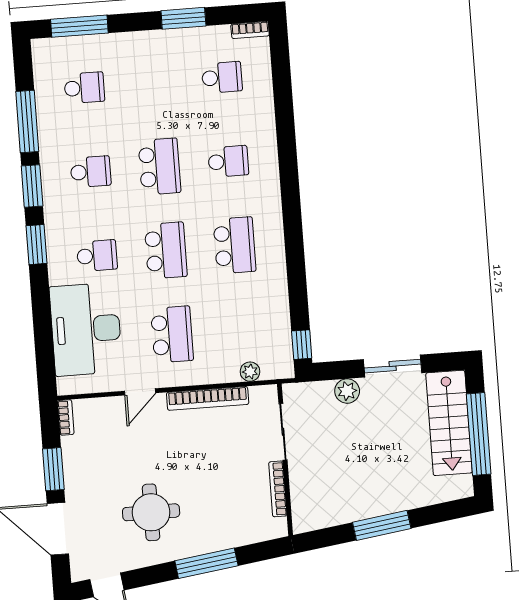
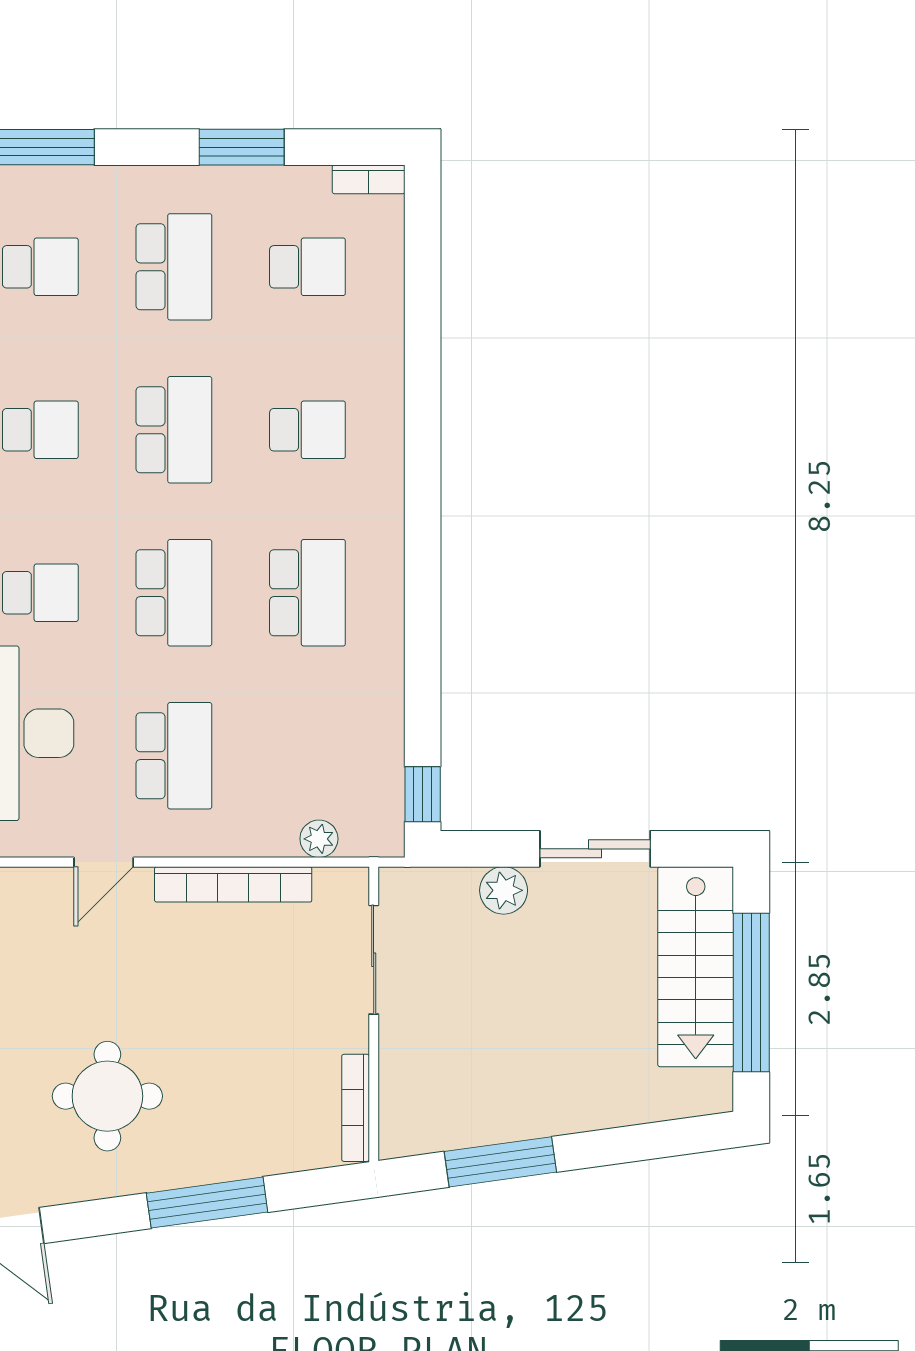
school desk: (153, 83) -> (174, 267), added
bookcase: (278, 489) -> (356, 1108), moved
window: (382, 525) -> (500, 1162), moved

